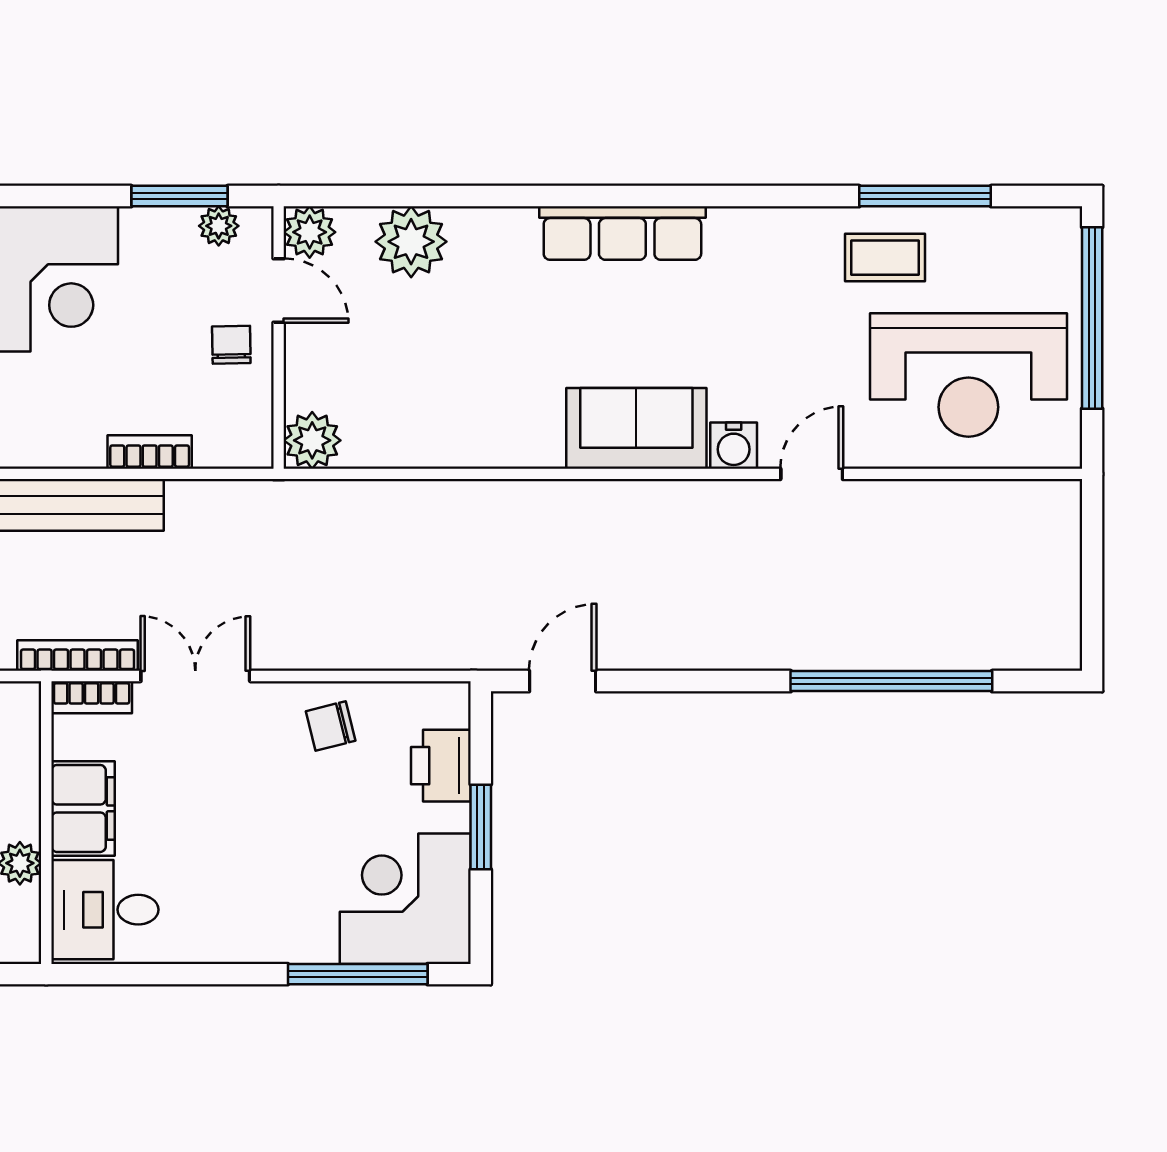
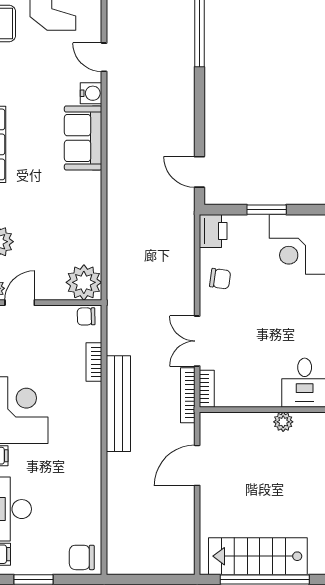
chair: (231, 345) -> (86, 316), moved
plant: (312, 440) -> (84, 282), width x1.36, depth x1.36
chair: (331, 726) -> (220, 279), turned -68
printer: (441, 766) -> (213, 231), moved, turned -90
filing cabinet: (83, 808) -> (258, 393), removed

